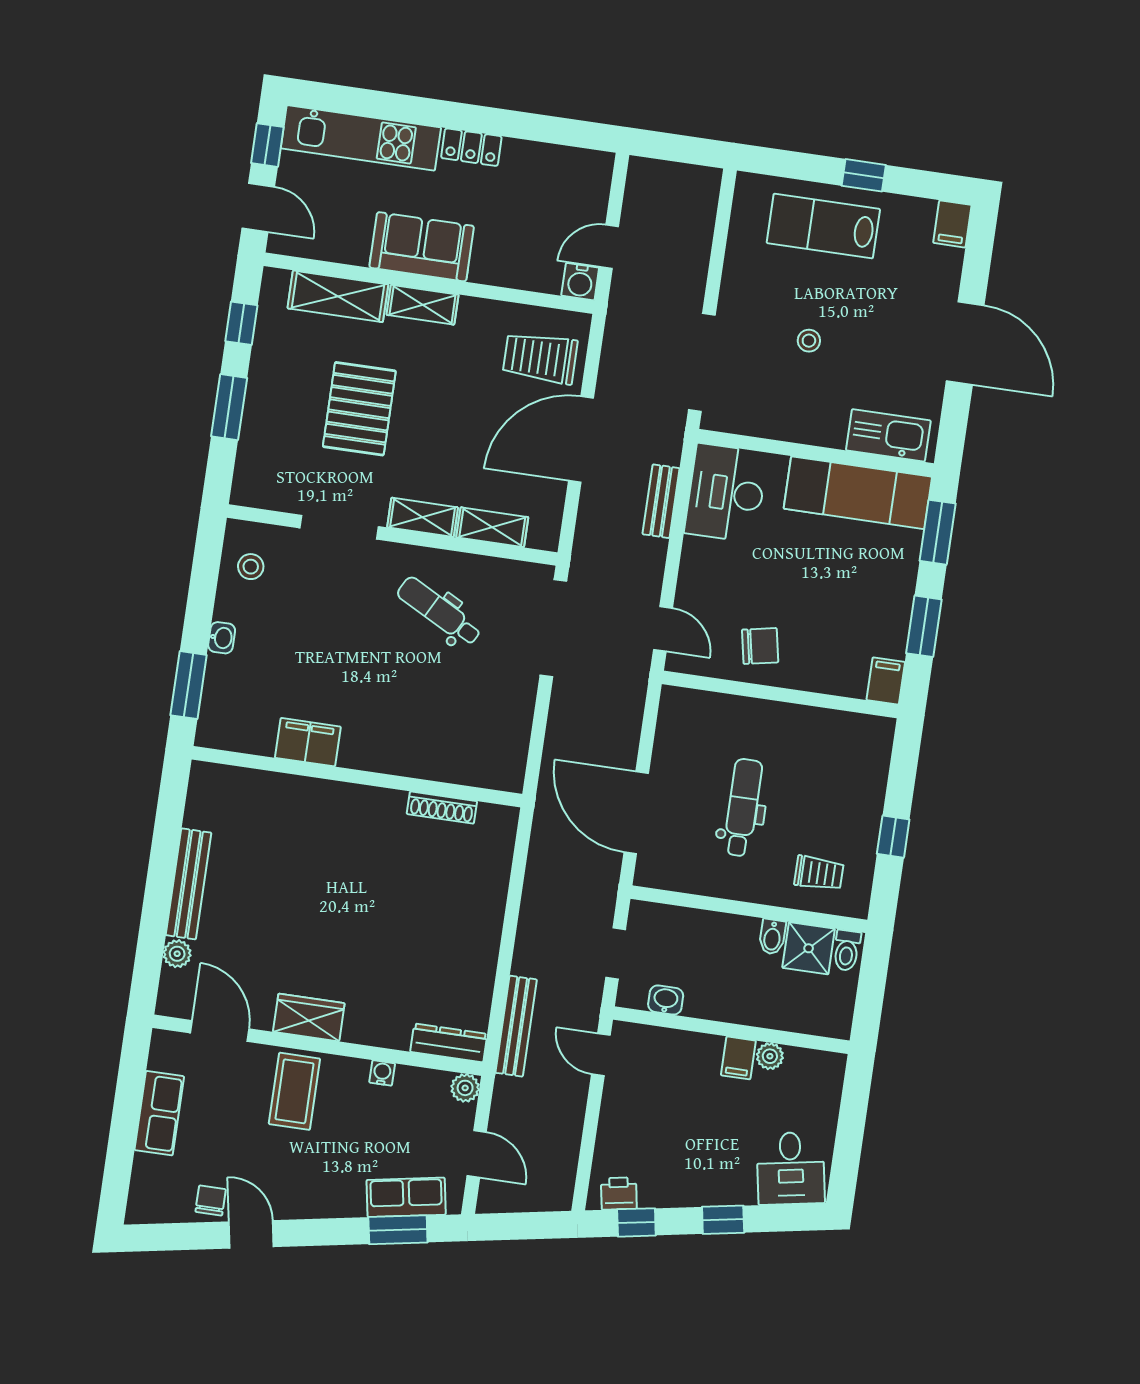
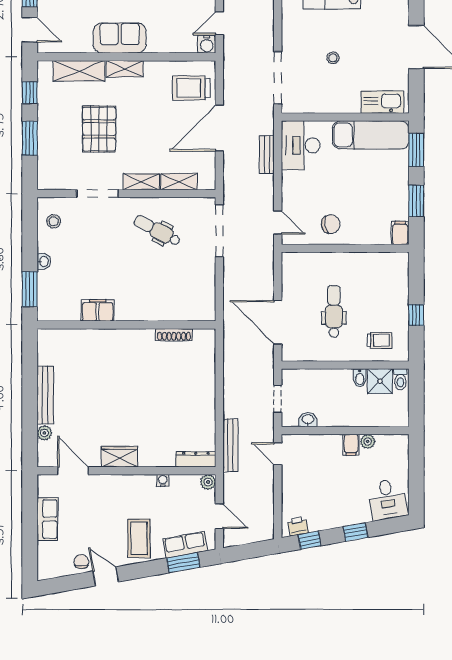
coffee table: (294, 1091) -> (139, 538), moved

